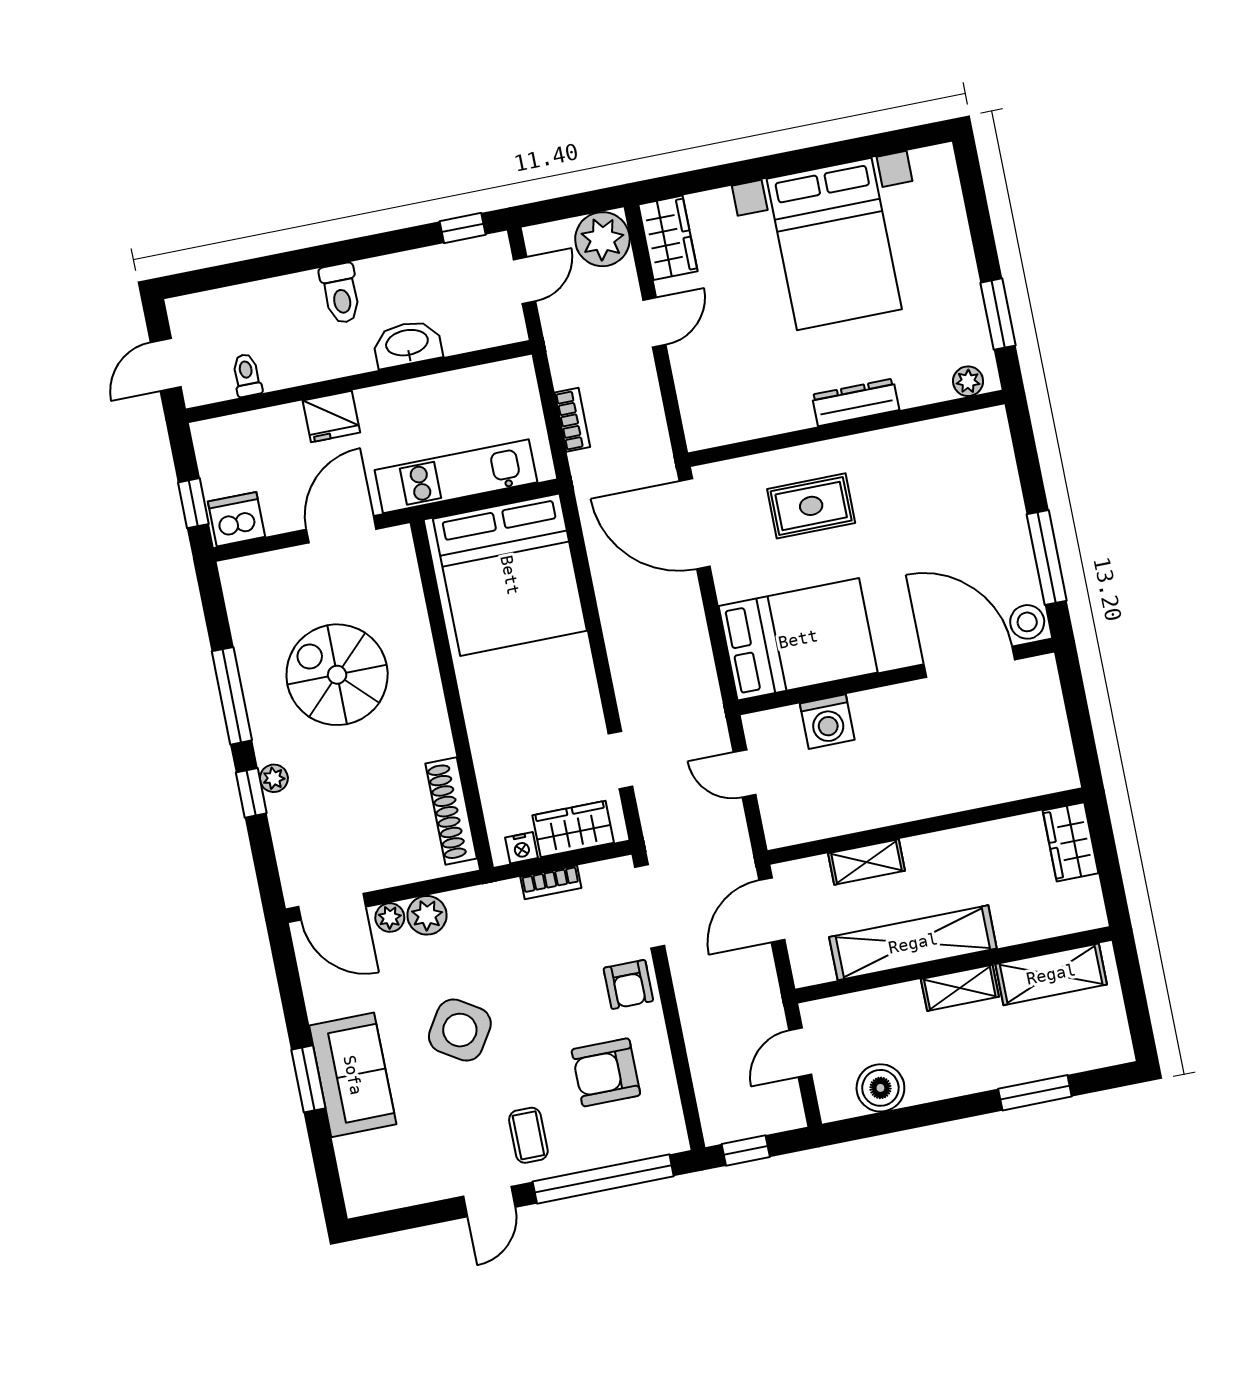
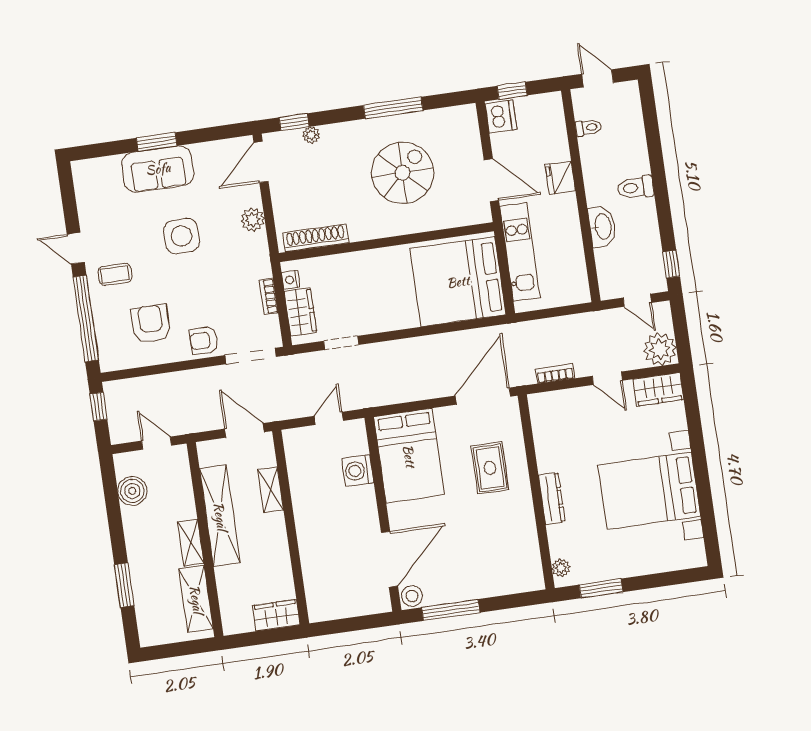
bookcase: (572, 420) -> (555, 374), moved, turned 180
plant: (274, 778) -> (311, 135), moved
window: (251, 793) -> (294, 122), moved
plant: (390, 918) -> (253, 197), removed
side table: (460, 1030) -> (182, 236), turned -32

